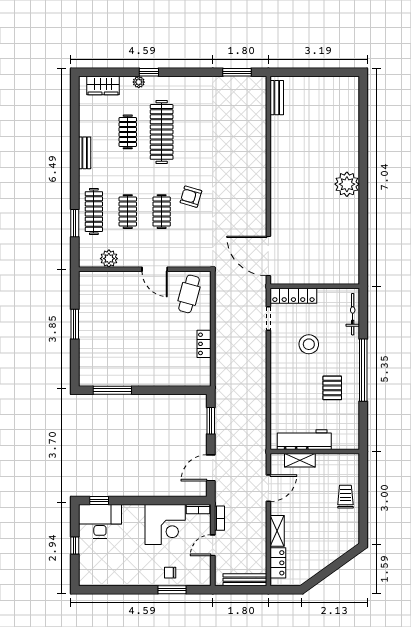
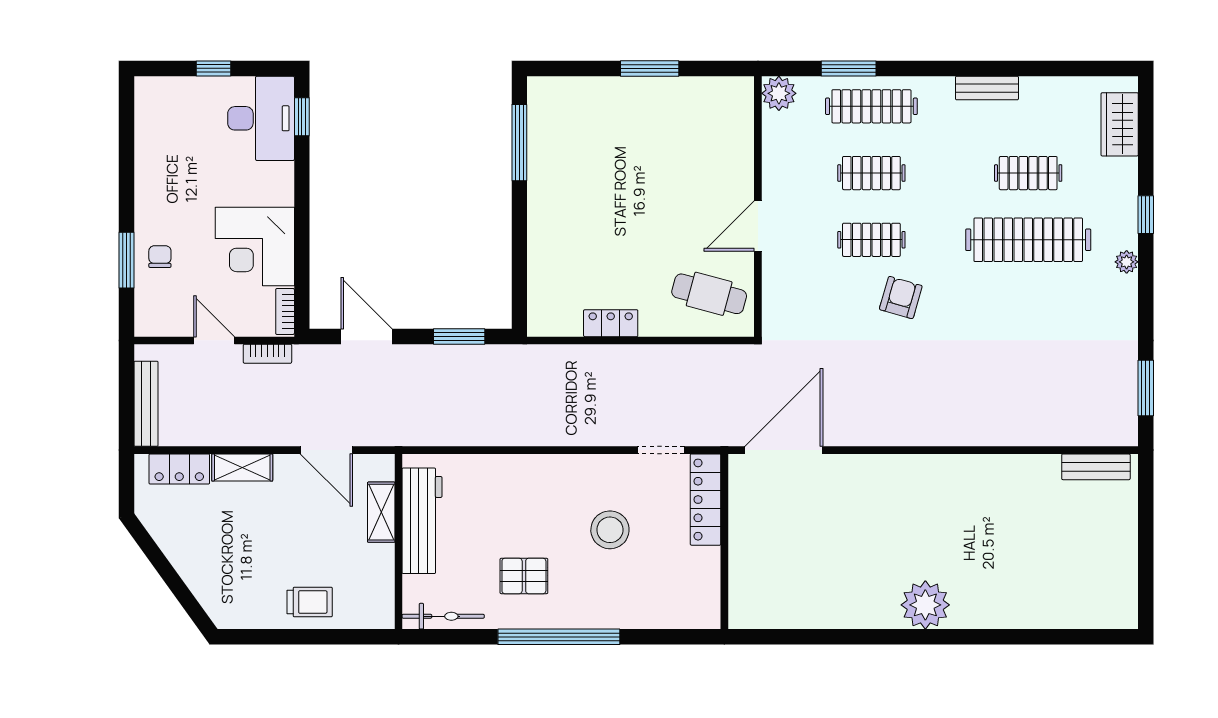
plant: (139, 82) -> (1127, 262), moved
plant: (109, 259) -> (779, 93), moved
bicycle: (353, 314) -> (443, 616), moved

